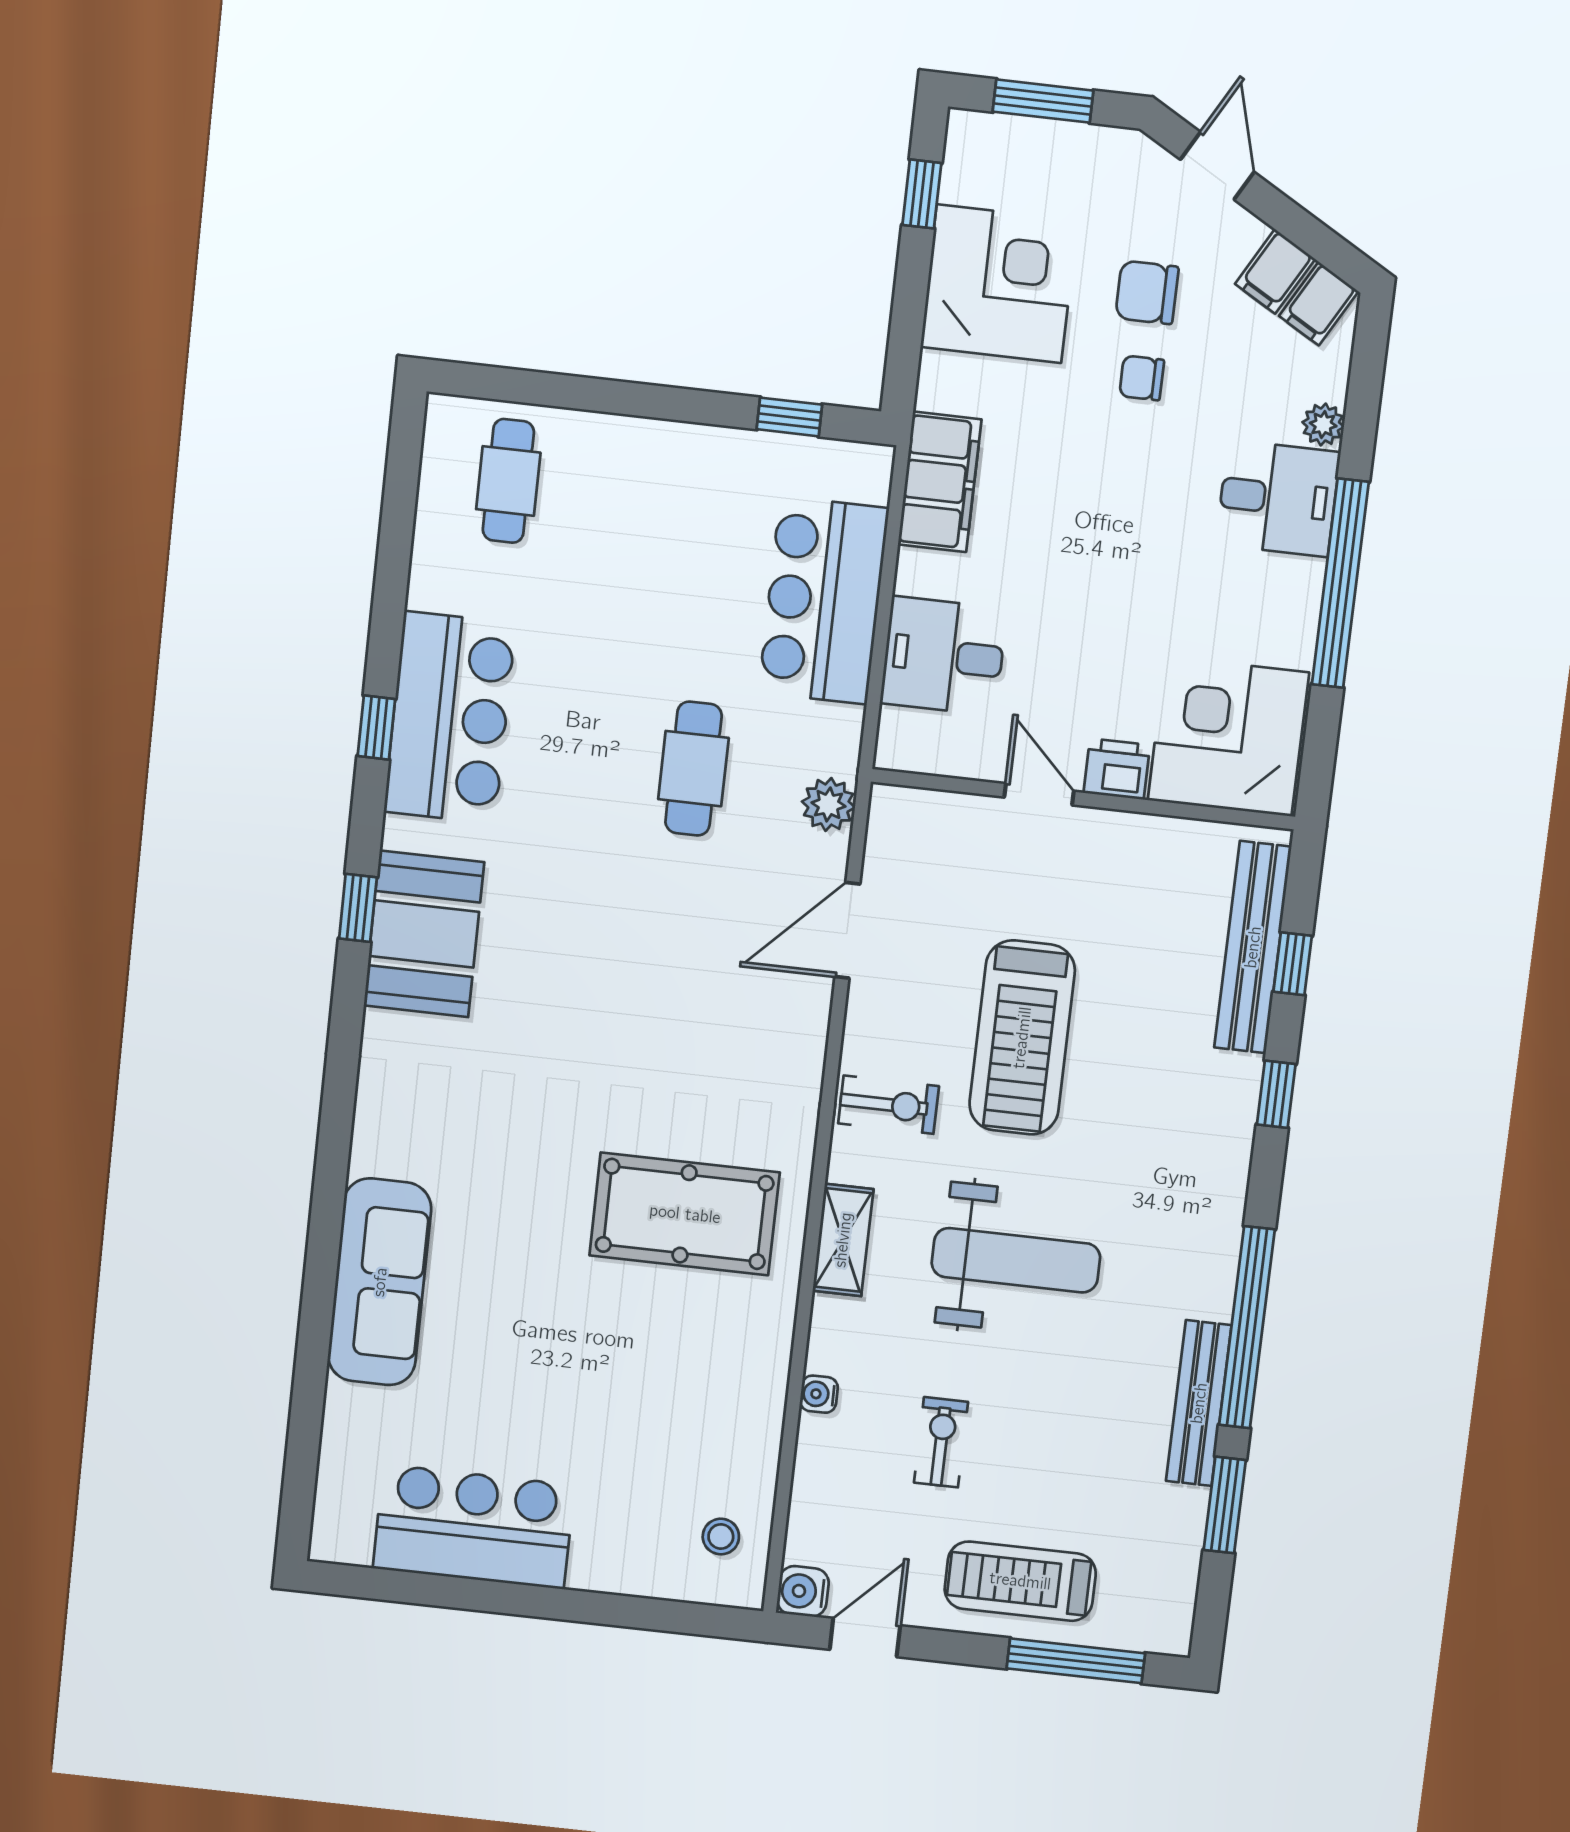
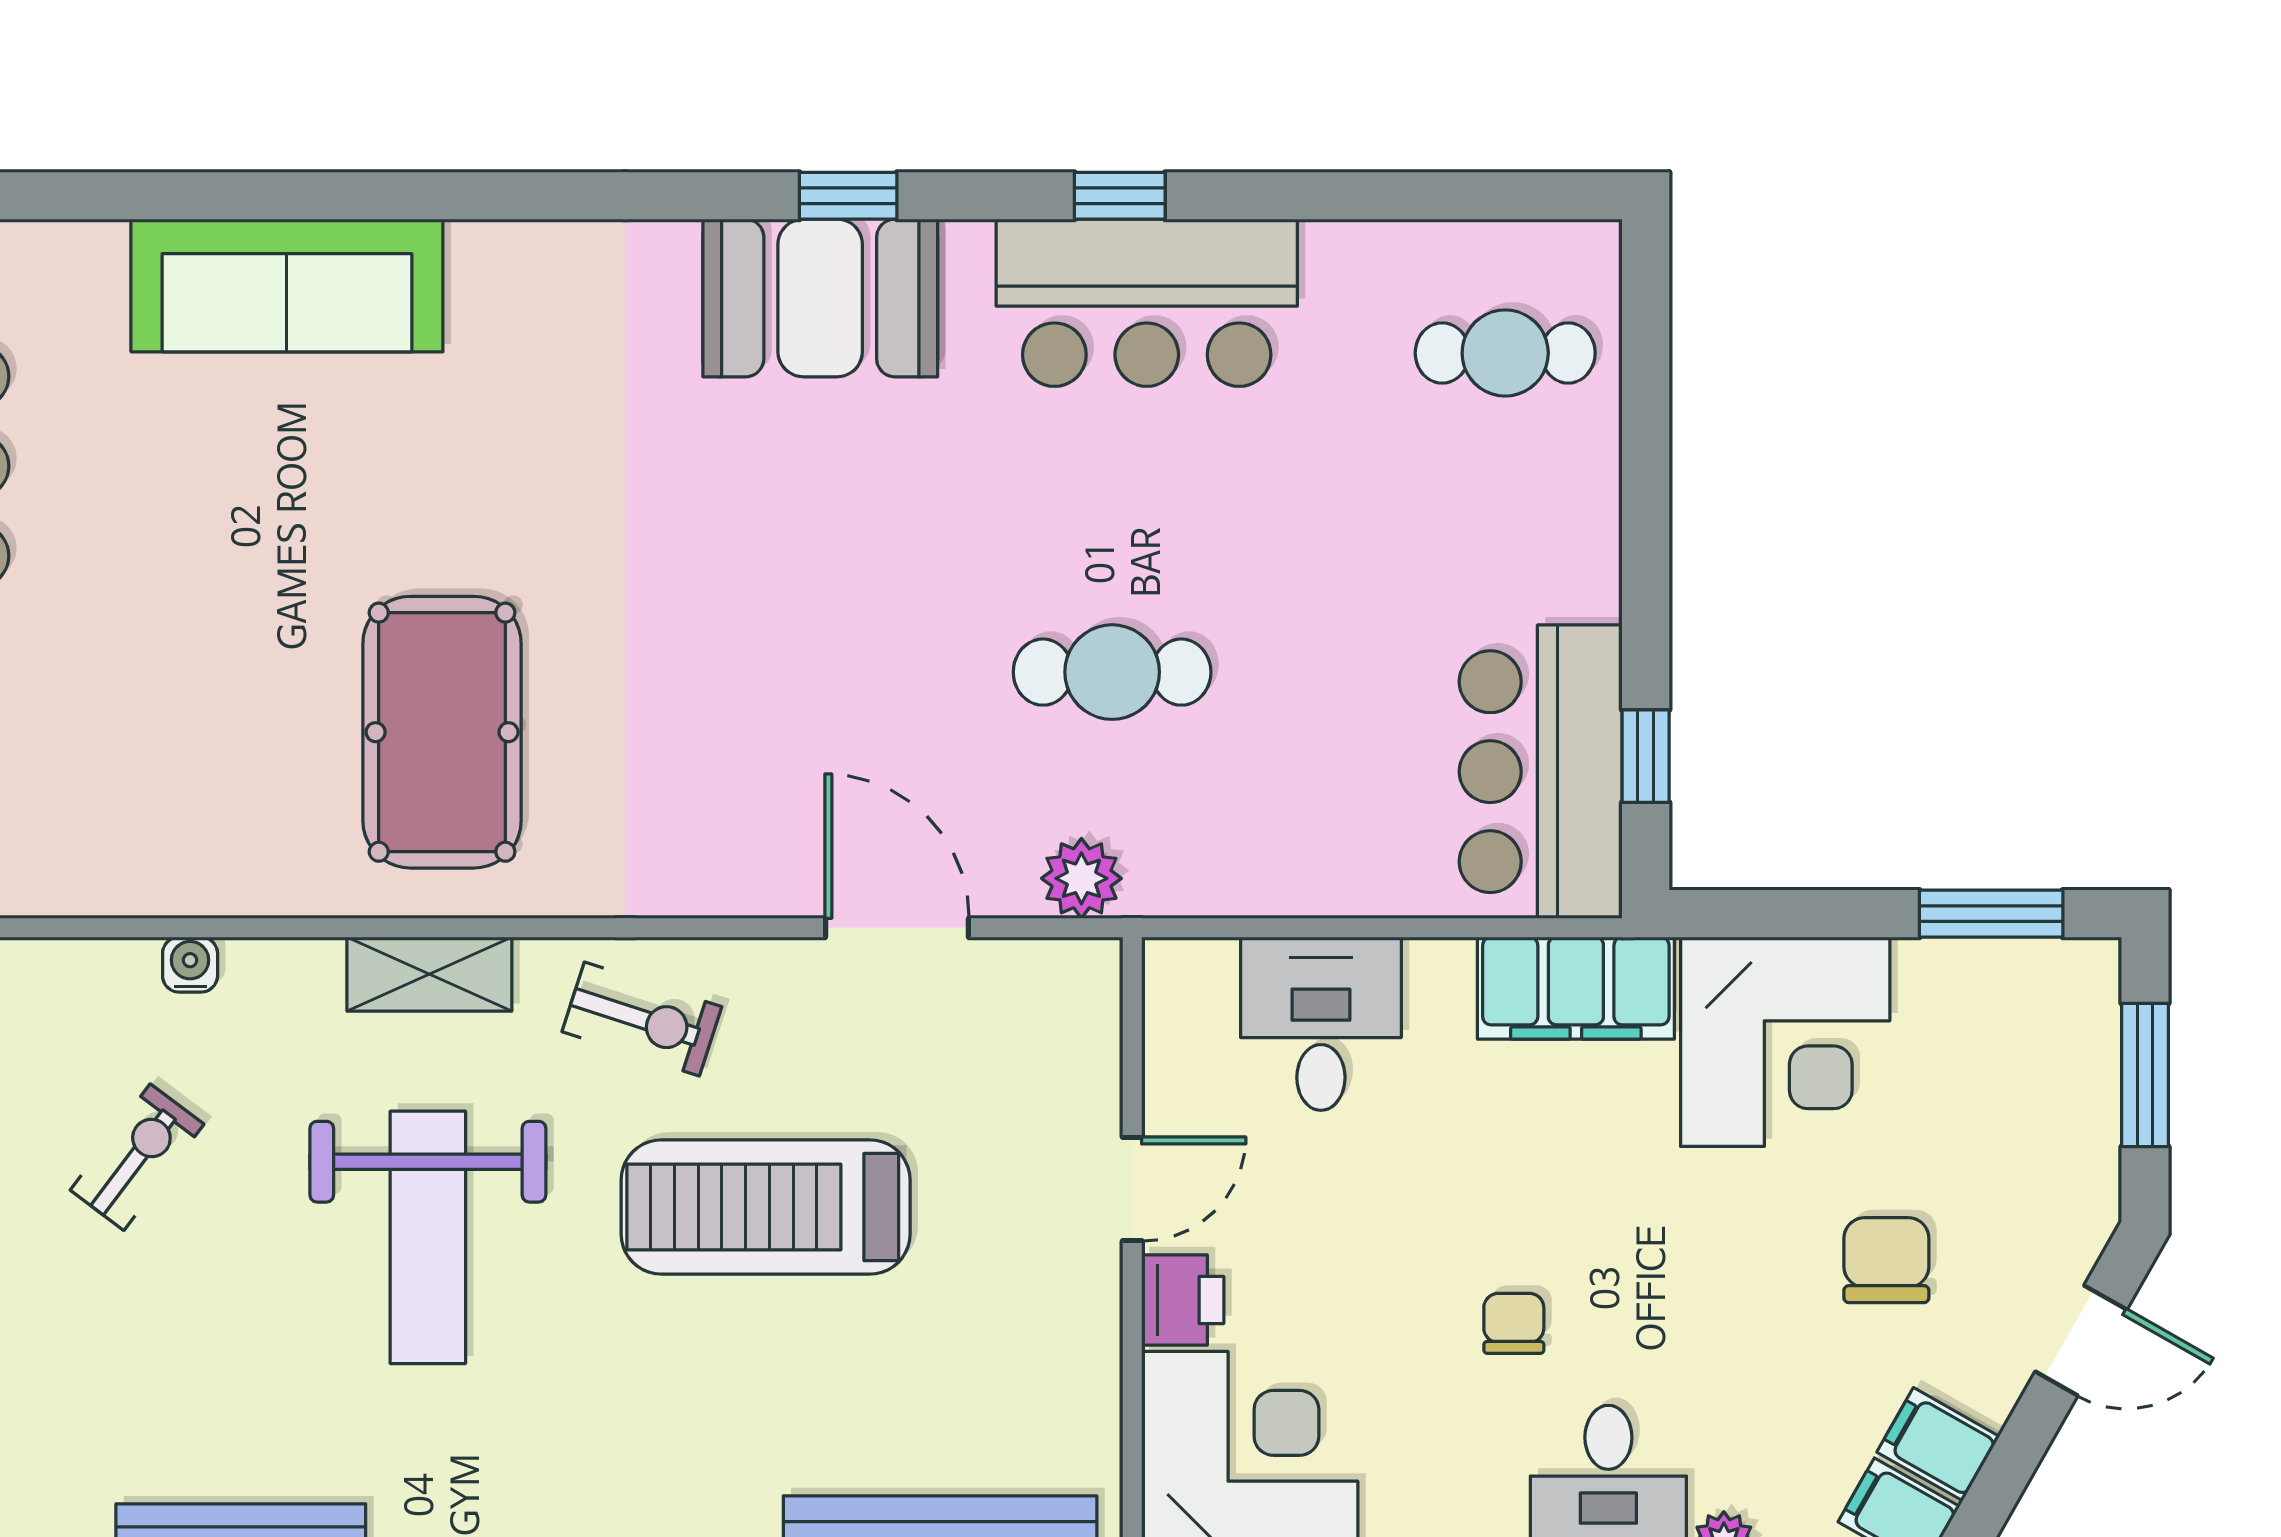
window: (922, 194) -> (1991, 914), width x1.50
corner desk: (999, 284) -> (1785, 1042), moved
chair: (1142, 378) -> (1514, 1323), moved
bar counter: (824, 600) -> (1541, 772), moved, turned -90
exercise bike: (889, 1105) -> (642, 1019), turned -72
exercise bike: (941, 1442) -> (137, 1157), turned -53

